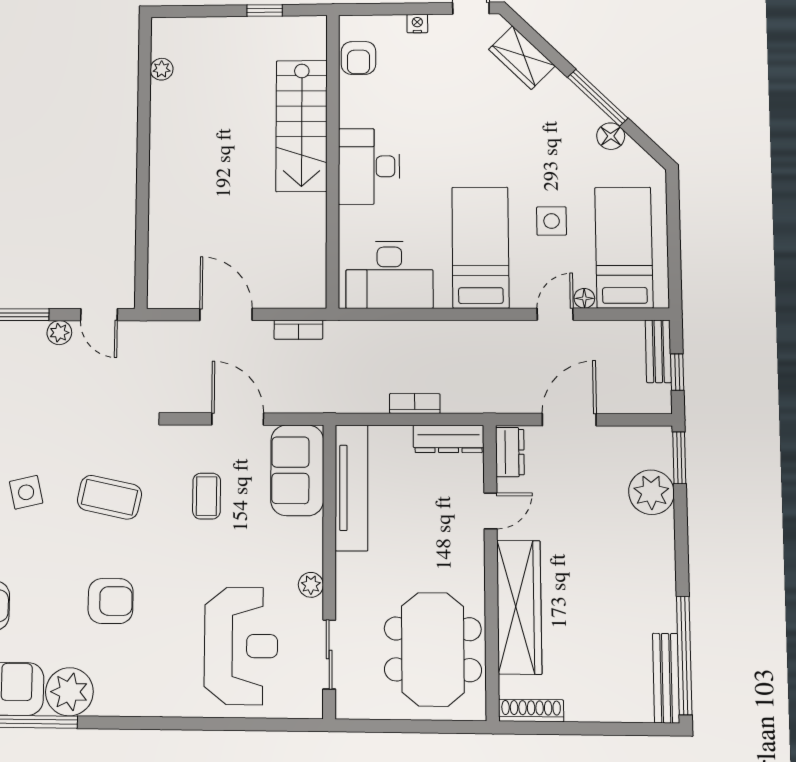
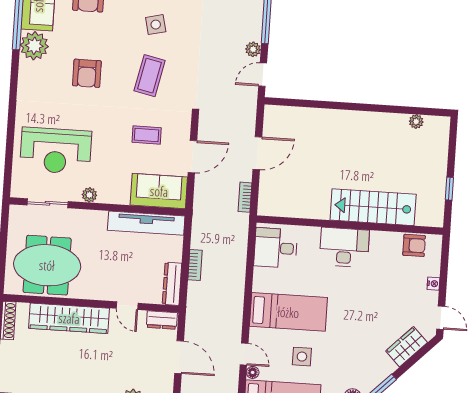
armchair: (359, 58) -> (414, 245), turned 180
desk: (389, 275) -> (276, 248), width x0.73

